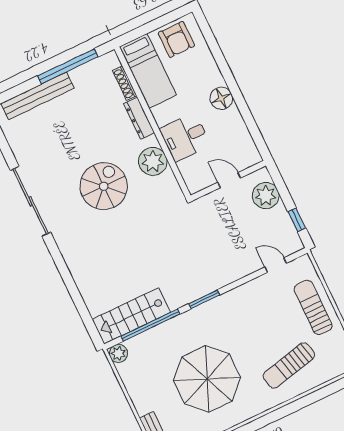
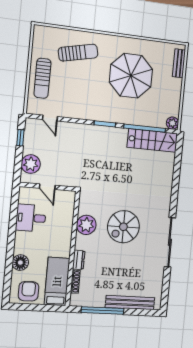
floor lamp: (221, 98) -> (20, 263), moved
dresser: (139, 118) -> (79, 260), width x0.70
desk: (185, 137) -> (31, 218), moved, turned 180

